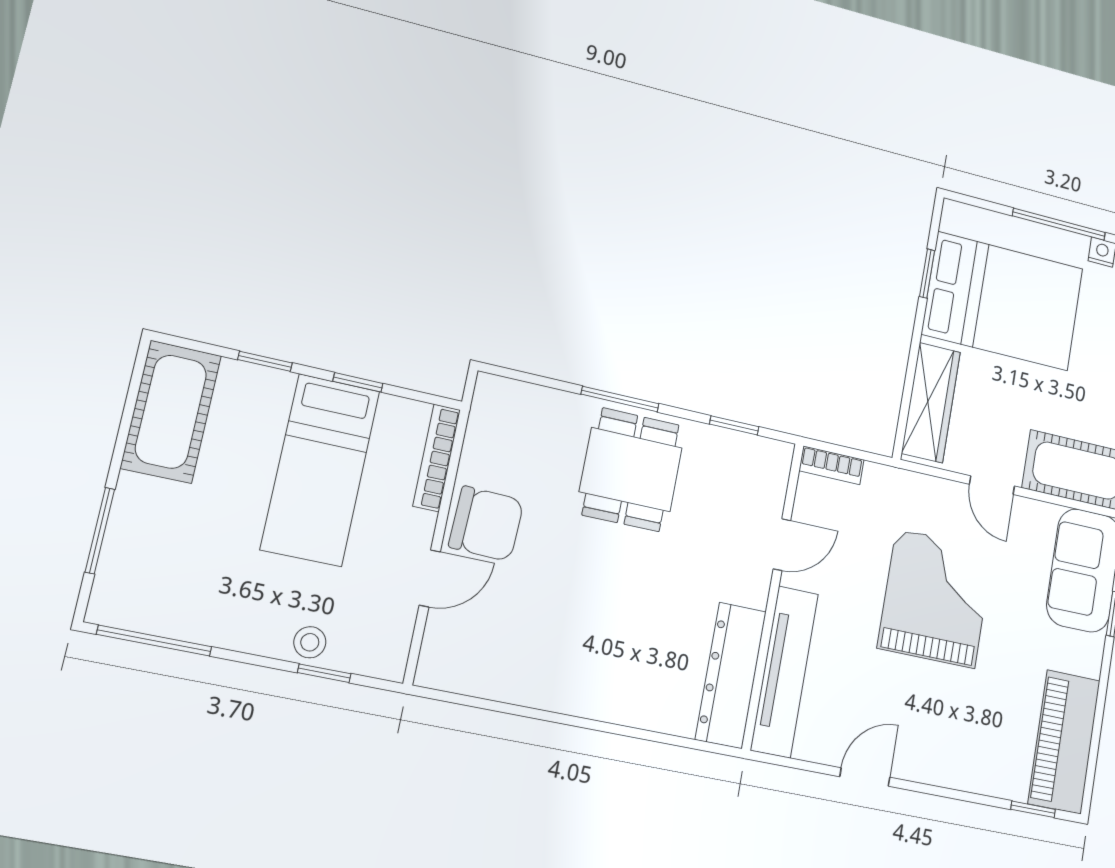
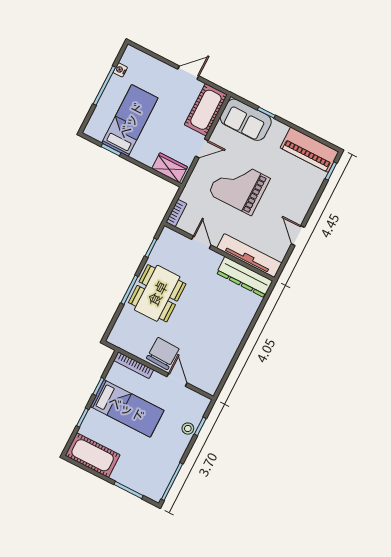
bed: (1003, 301) -> (130, 120), width x0.67
wardrobe: (931, 403) -> (170, 168), width x0.67
dining table: (631, 470) -> (157, 293), width x1.38

